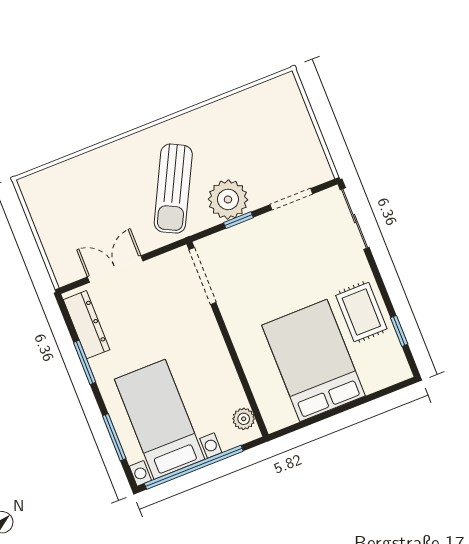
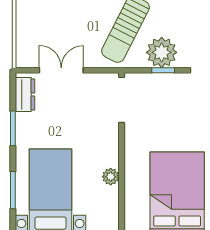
dresser: (87, 325) -> (25, 95), width x0.70
plant: (244, 419) -> (111, 177), moved

